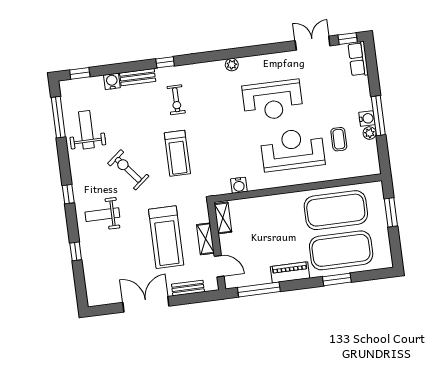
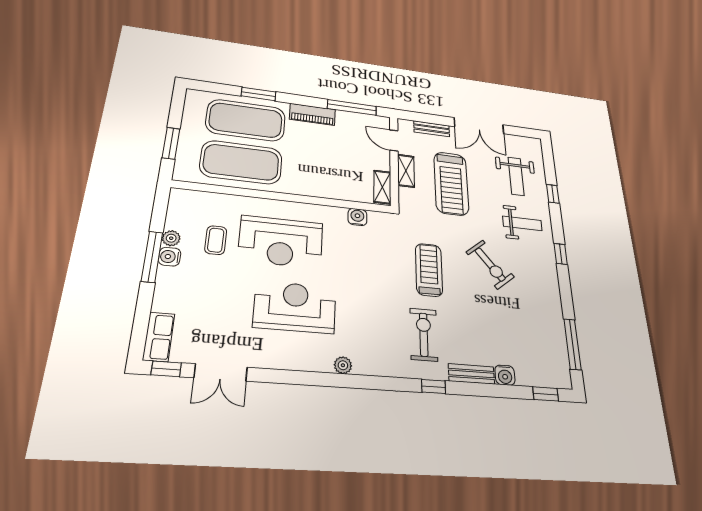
exercise bike: (176, 100) -> (424, 335), width x1.38, depth x1.39
weight bench: (86, 130) -> (516, 176), moved
treadmill: (166, 237) -> (451, 183), turned 180

